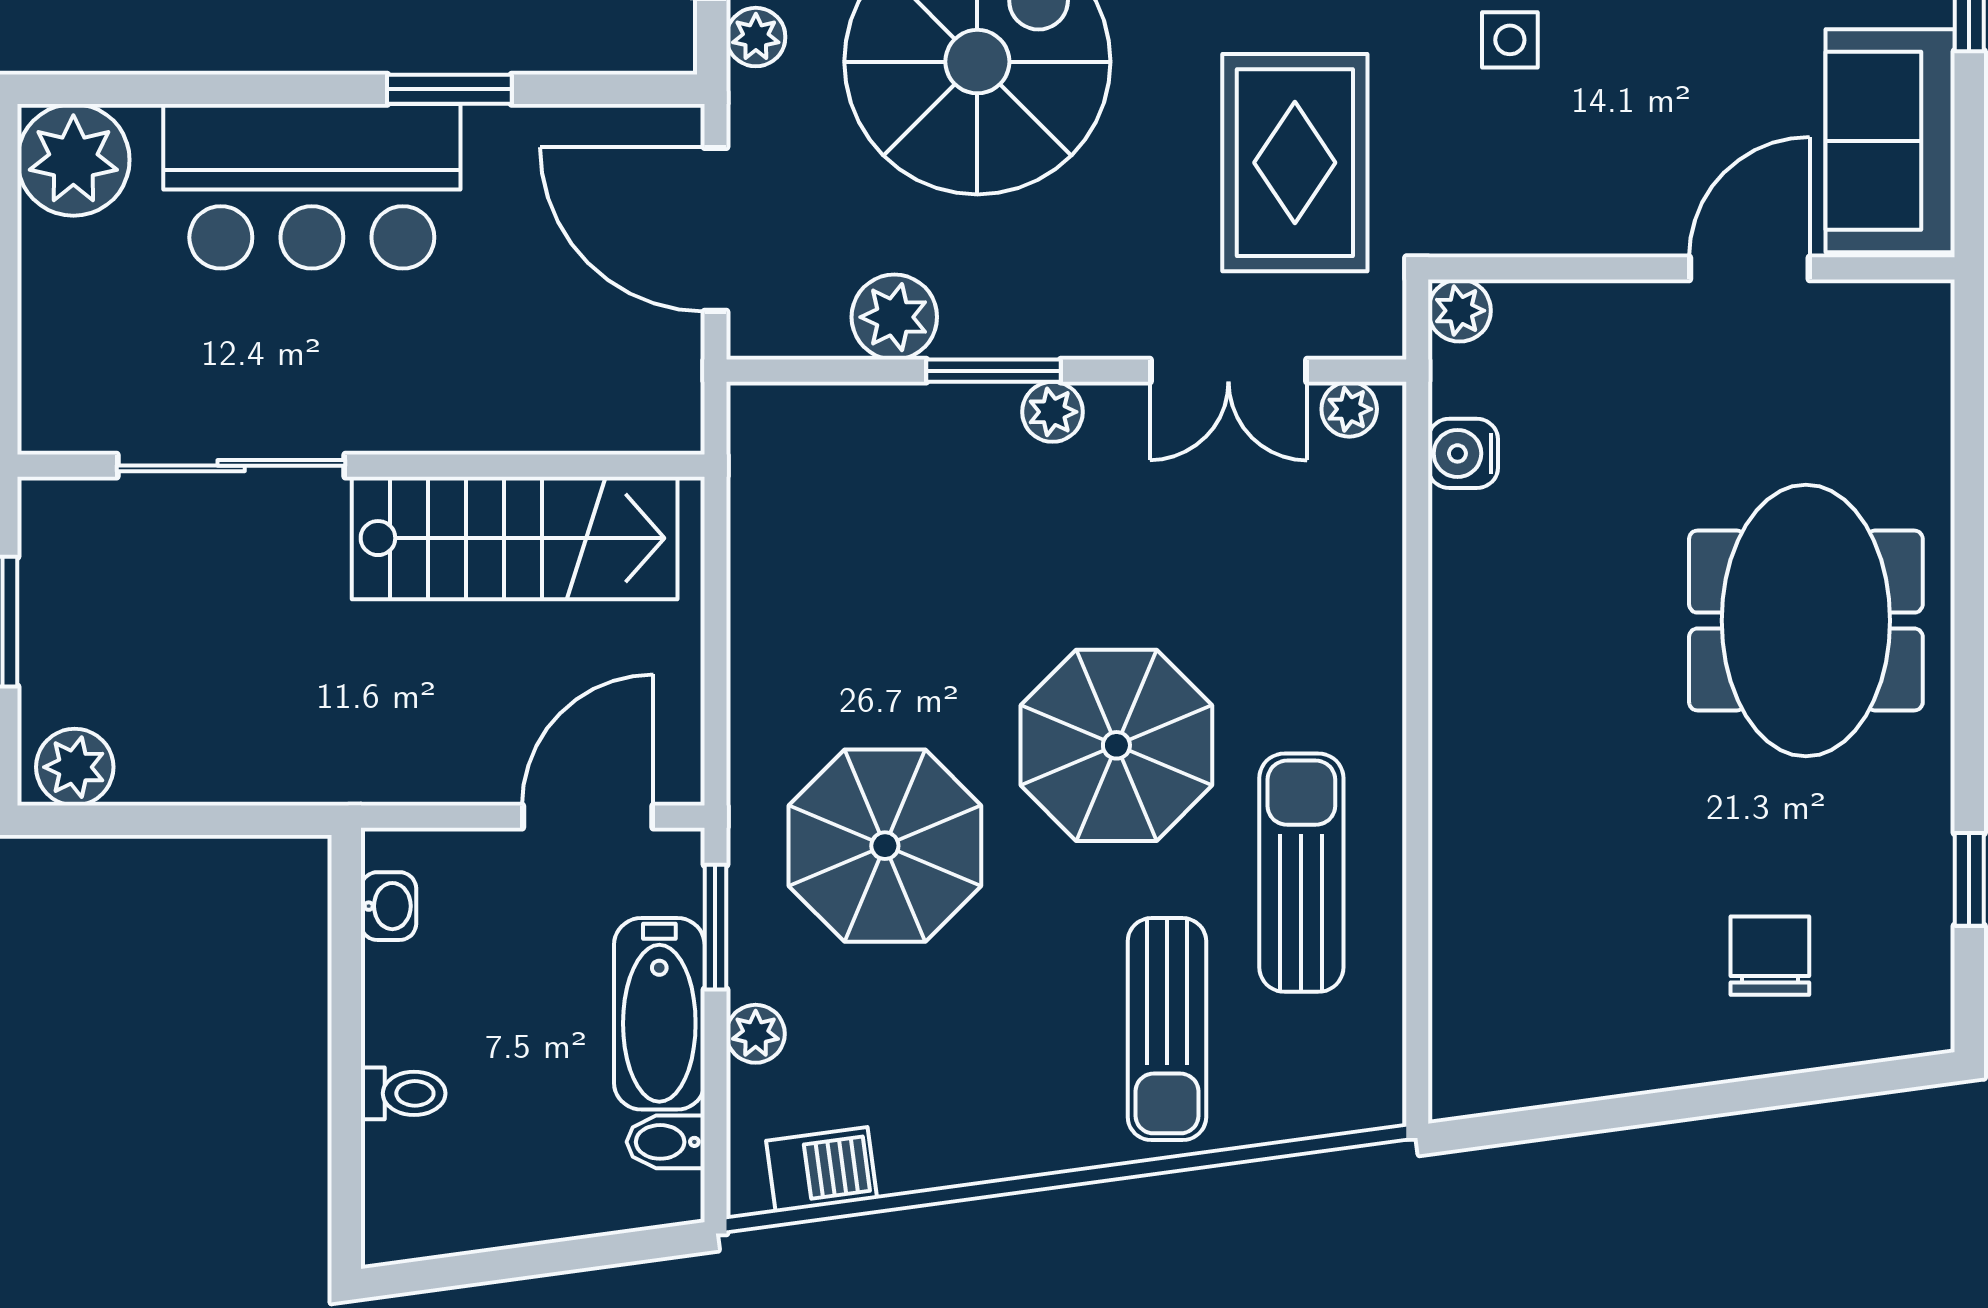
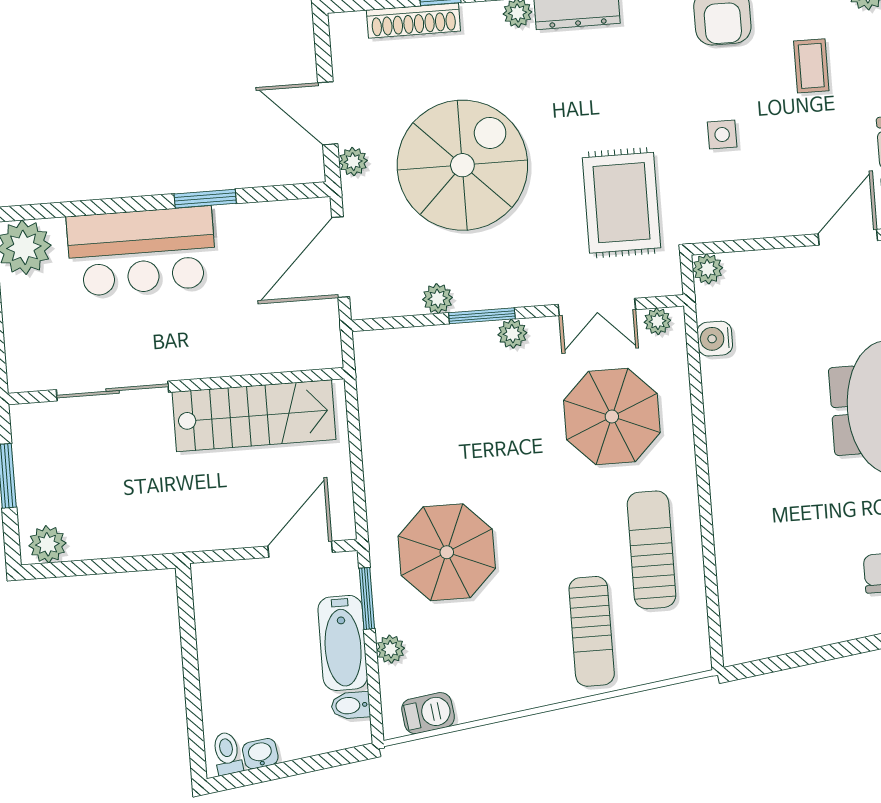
door: (715, 229) -> (341, 257), hinge flipped
plant: (894, 317) -> (438, 299), width x0.73, depth x0.73
parasol: (1116, 745) -> (612, 417), moved
washbasin: (388, 906) -> (260, 754), moved, turned -98
toilet: (403, 1093) -> (227, 753), moved, turned -98

